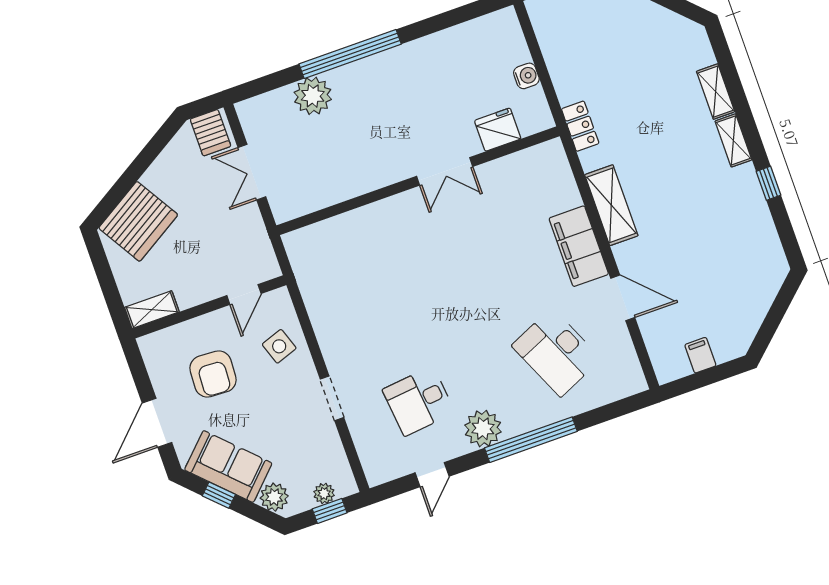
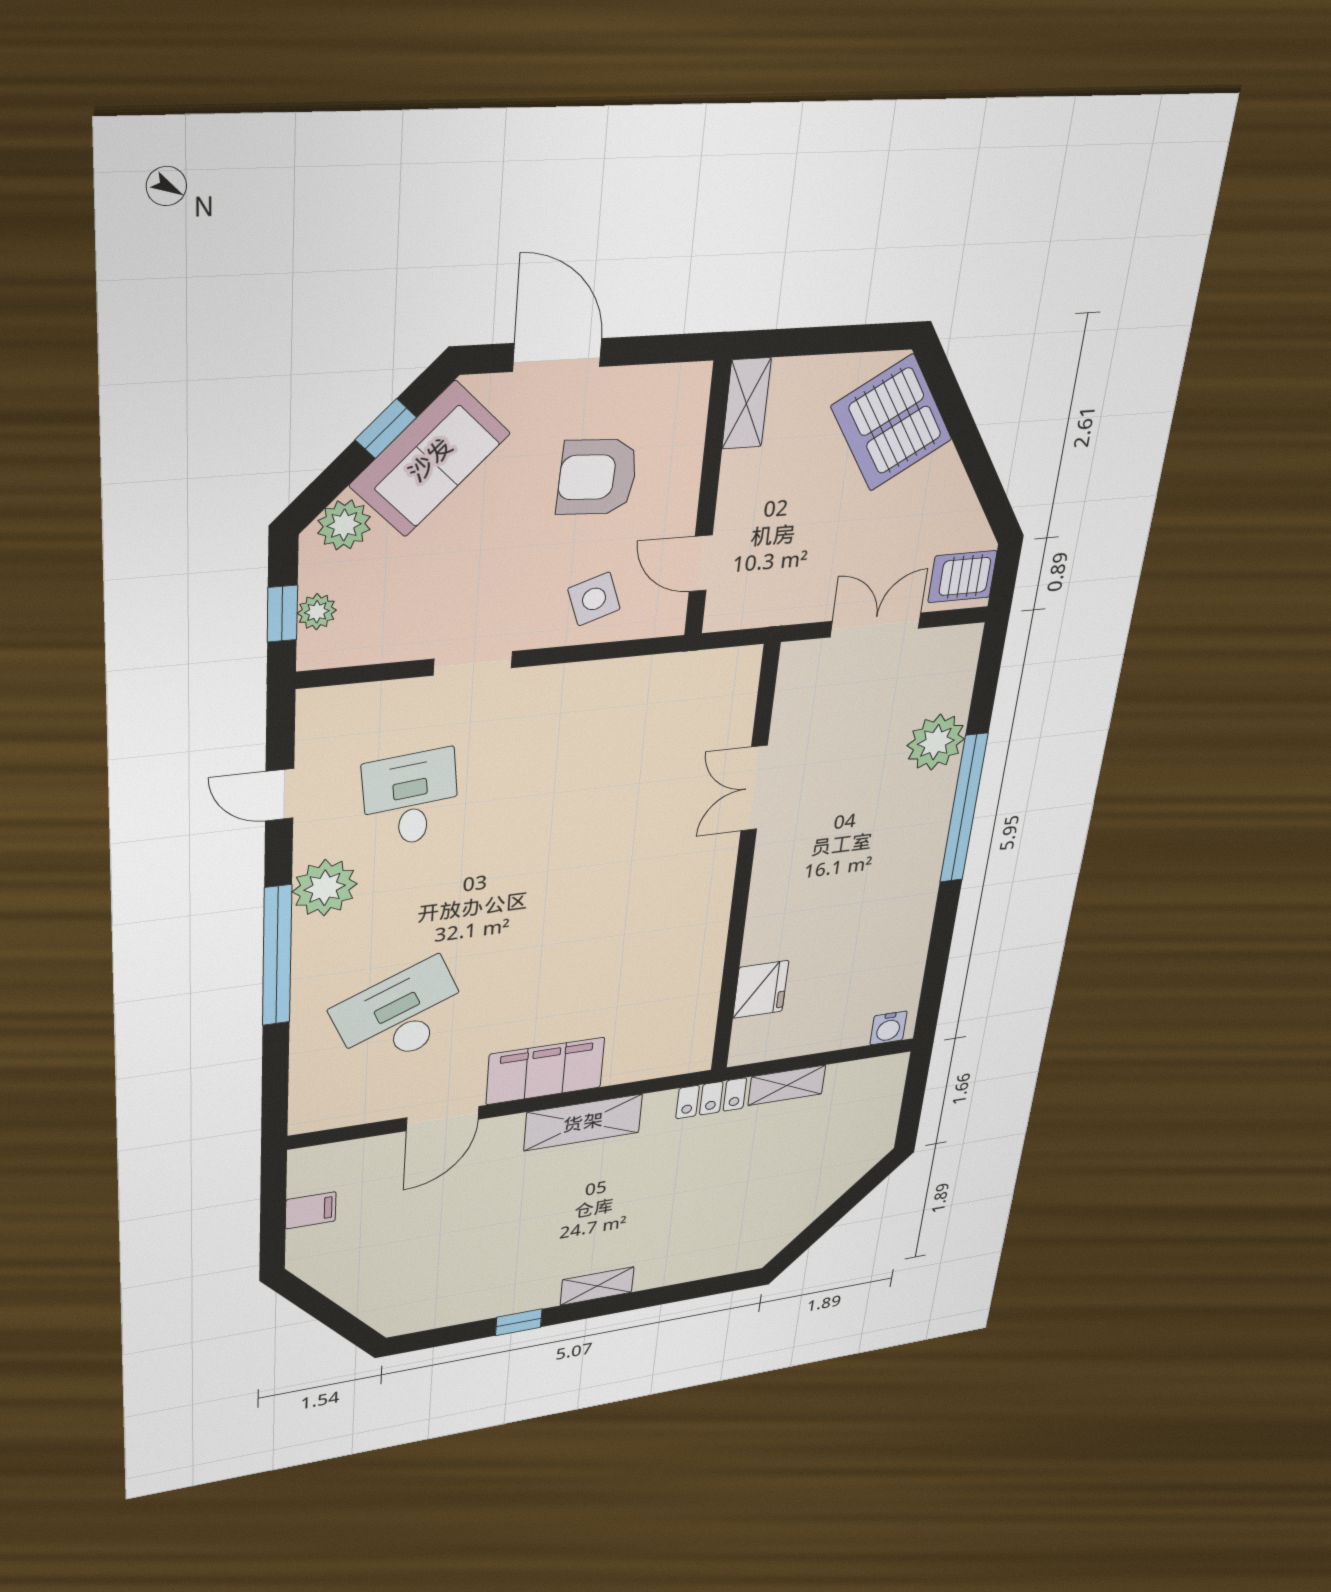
water cooler: (526, 76) -> (889, 1028), moved
shelving: (716, 92) -> (787, 1085), moved
double door: (445, 171) -> (754, 788), moved

